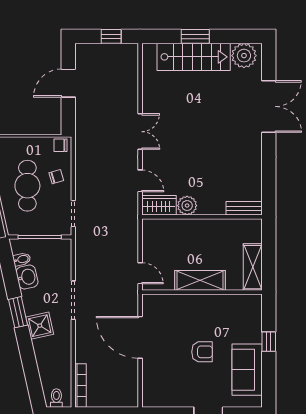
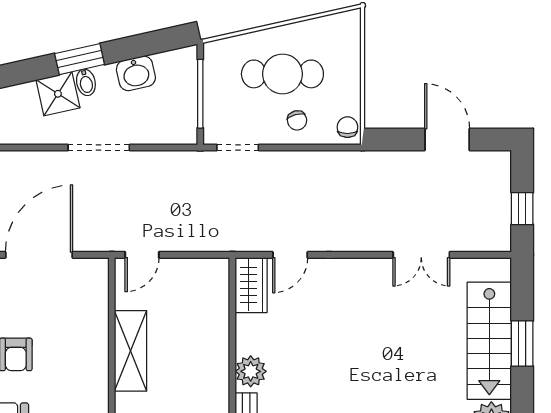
double door: (140, 132) -> (421, 255), moved
plant: (187, 206) -> (251, 371), moved
bidet: (22, 259) -> (86, 82), moved

